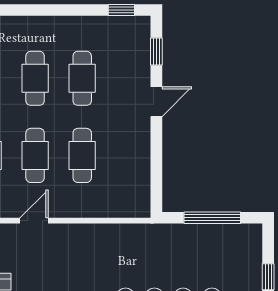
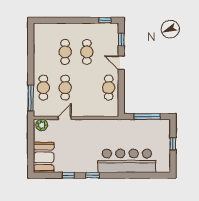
door: (156, 102) -> (121, 63), swing flipped
cafe table: (82, 155) -> (109, 88), moved

